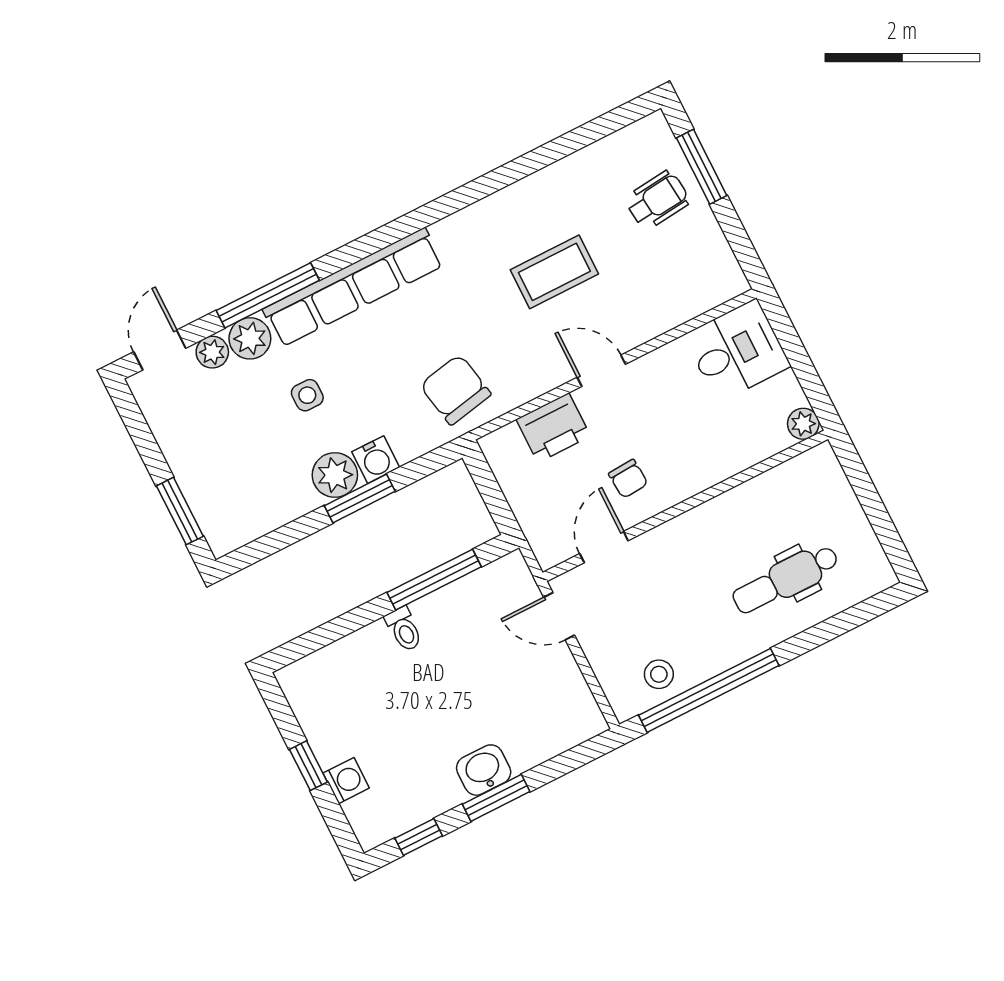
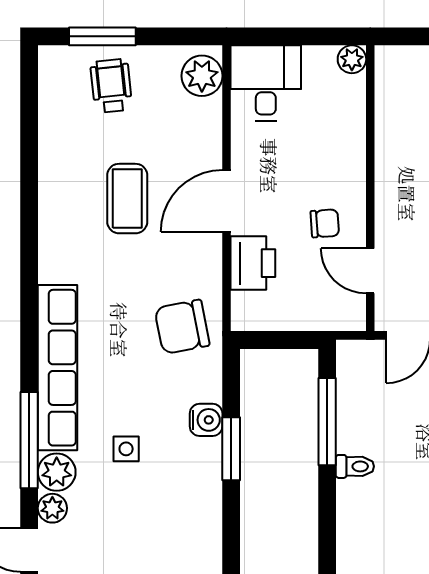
door: (601, 371) -> (226, 201), width x1.38
plant: (335, 475) -> (202, 76), moved

